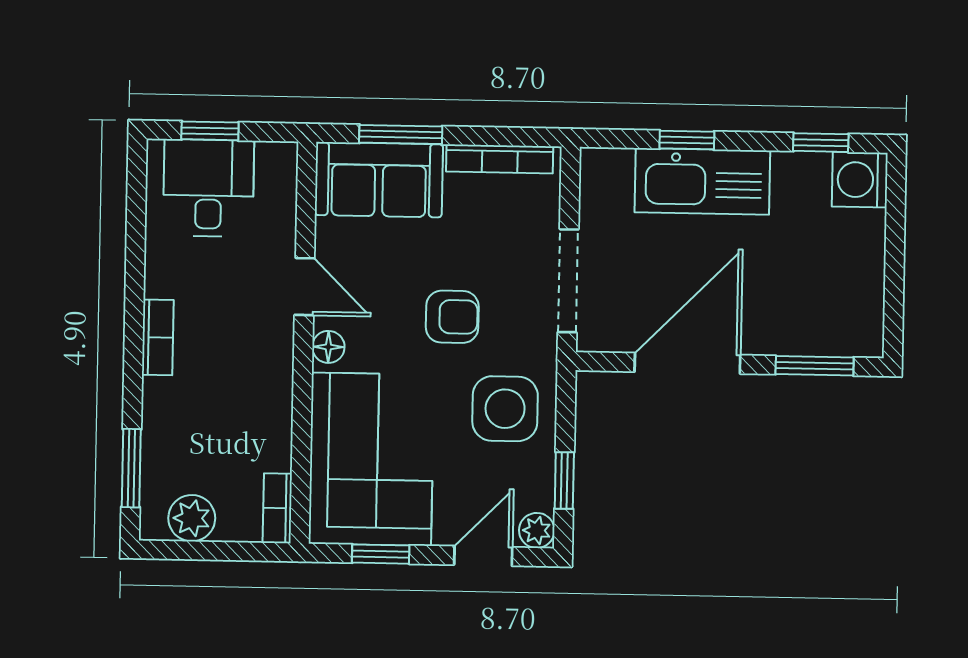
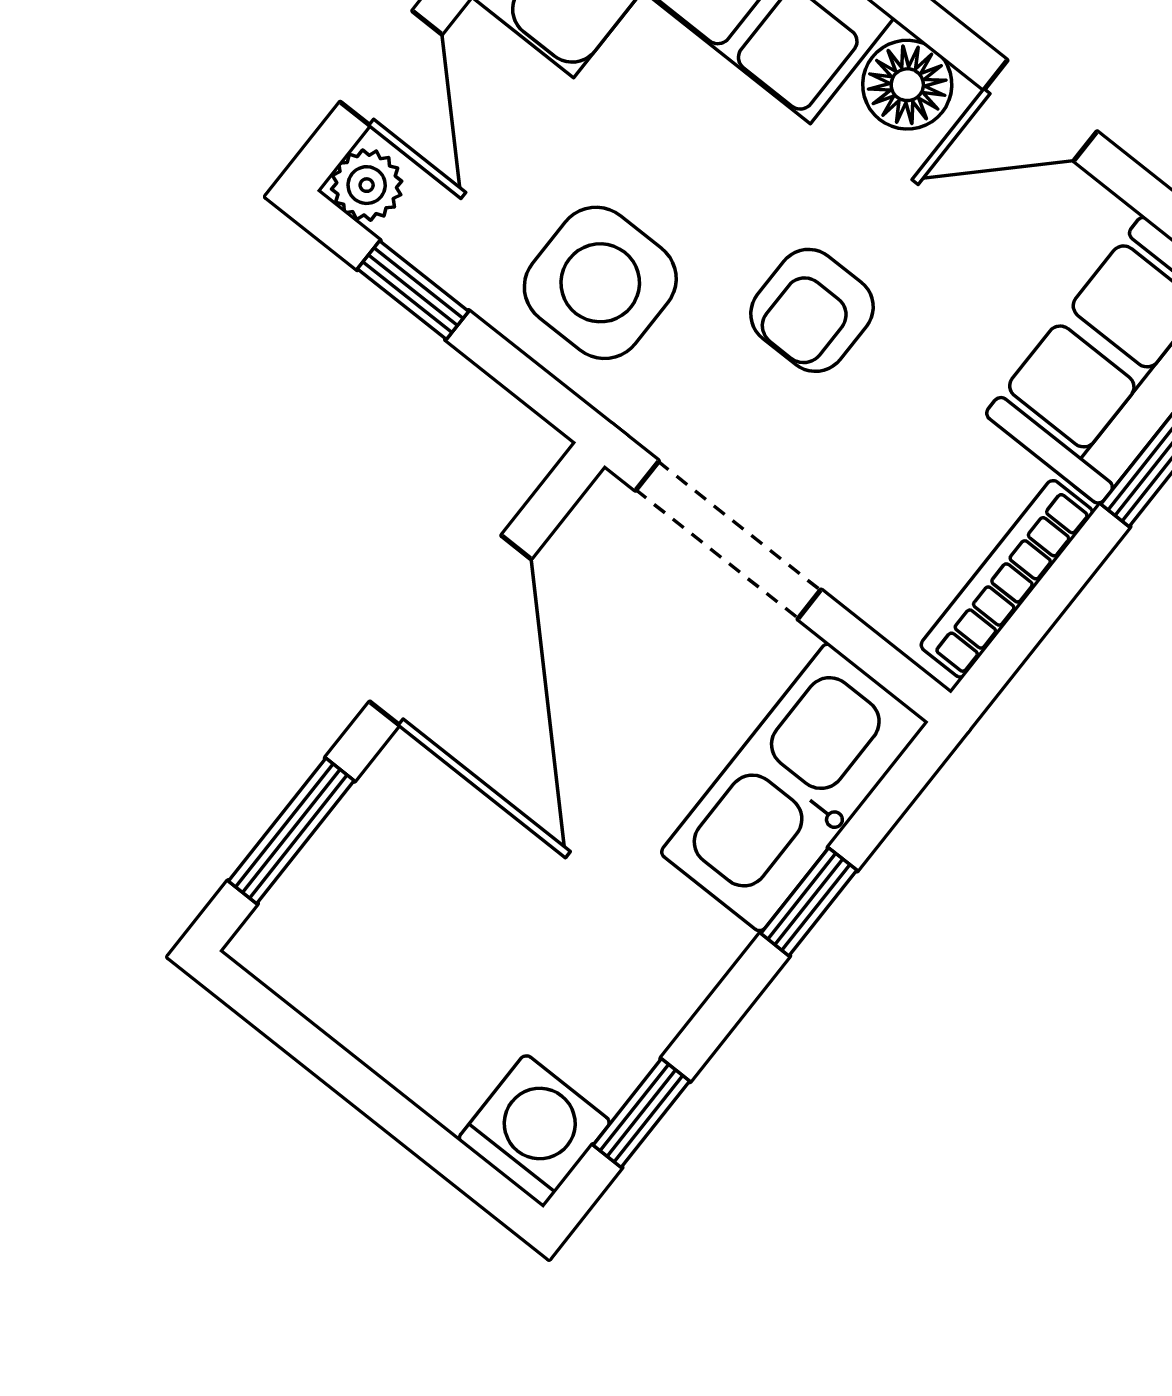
kitchen sink: (702, 181) -> (794, 787), moved
floor lamp: (328, 347) -> (907, 85), width x1.37, depth x1.37

